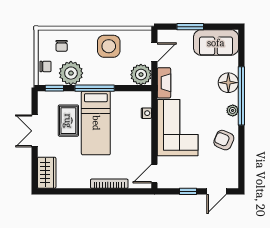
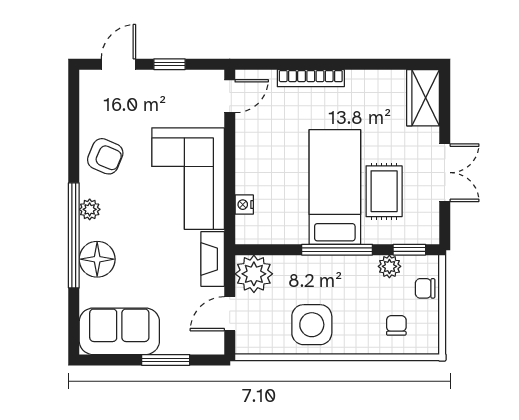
plant: (71, 73) -> (389, 266), width x0.53, depth x0.53

